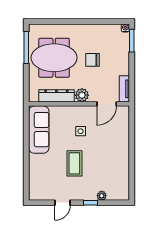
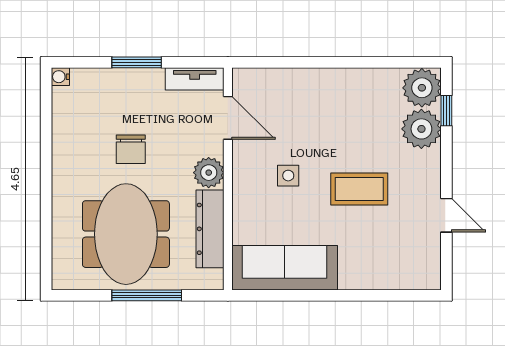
window: (132, 41) -> (137, 62), moved
window: (26, 47) -> (147, 295), moved
plant: (120, 192) -> (422, 88), added
plant: (102, 196) -> (421, 129), width x1.87, depth x1.87
window: (91, 203) -> (446, 111), moved

